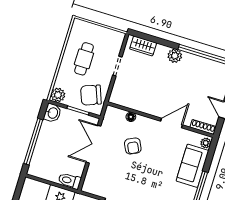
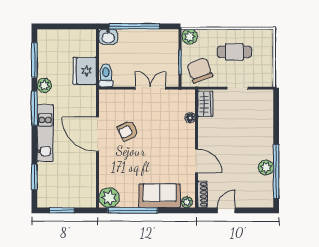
wardrobe: (143, 46) -> (205, 104), moved, turned 180
plant: (175, 56) -> (266, 168), moved
washbasin: (52, 113) -> (108, 37), moved
double door: (93, 144) -> (151, 88), width x0.73
armchair: (133, 146) -> (128, 131), moved

